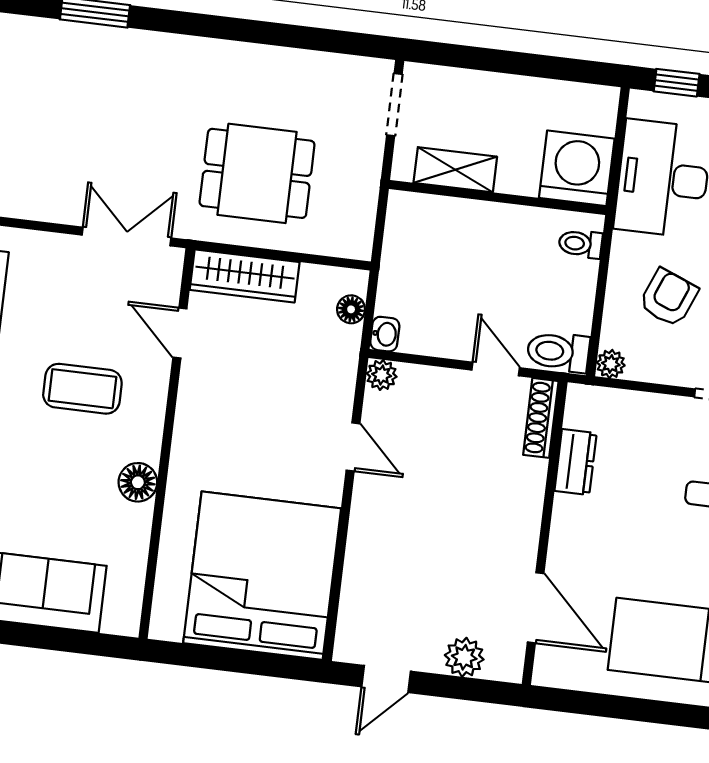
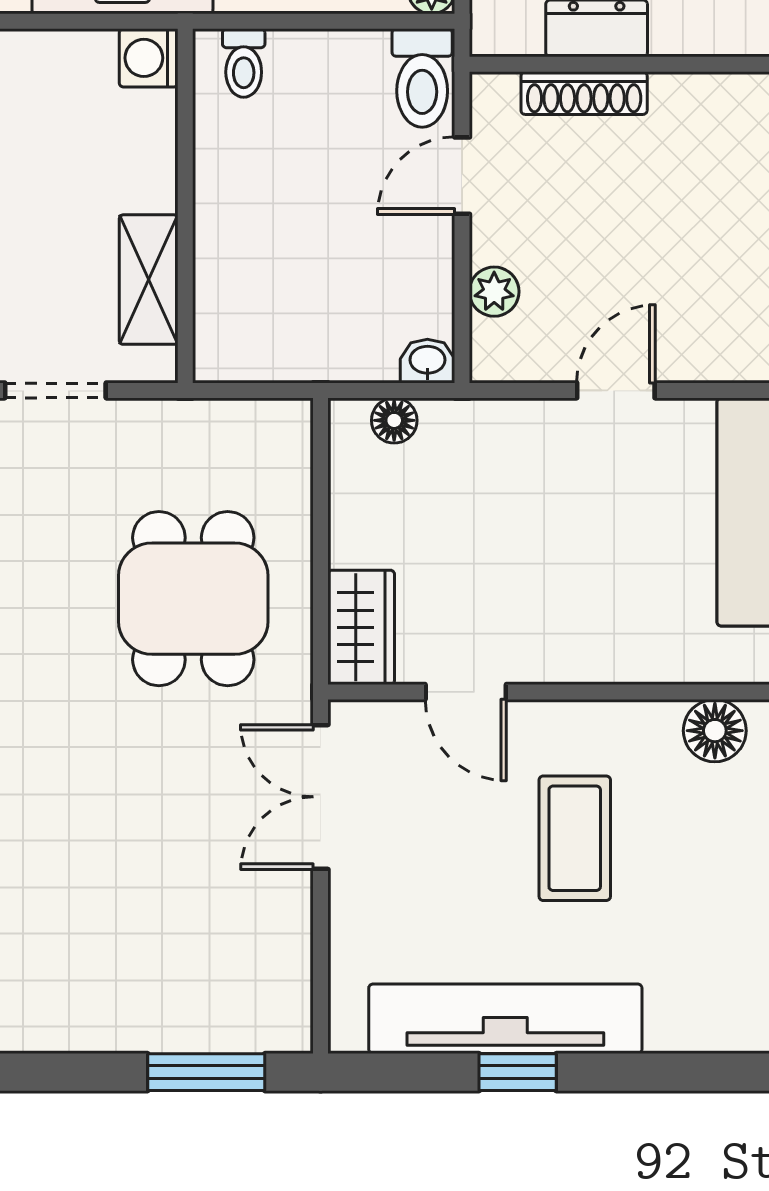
washing machine: (577, 168) -> (149, 58), width x0.53, depth x0.53
wardrobe: (245, 276) -> (361, 627), width x0.67
door: (180, 333) -> (466, 692), hinge flipped
plant: (382, 375) -> (494, 292), moved
shoe rack: (541, 418) -> (584, 93), moved

